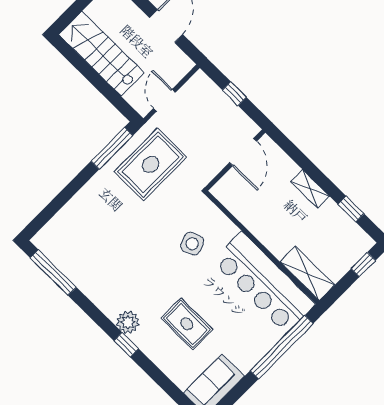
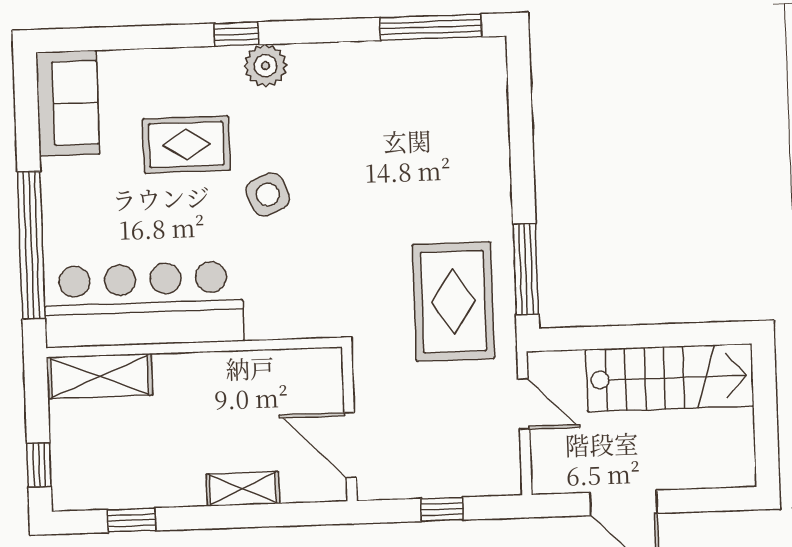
shelving: (310, 189) -> (243, 489), moved
side table: (192, 244) -> (268, 194), moved

